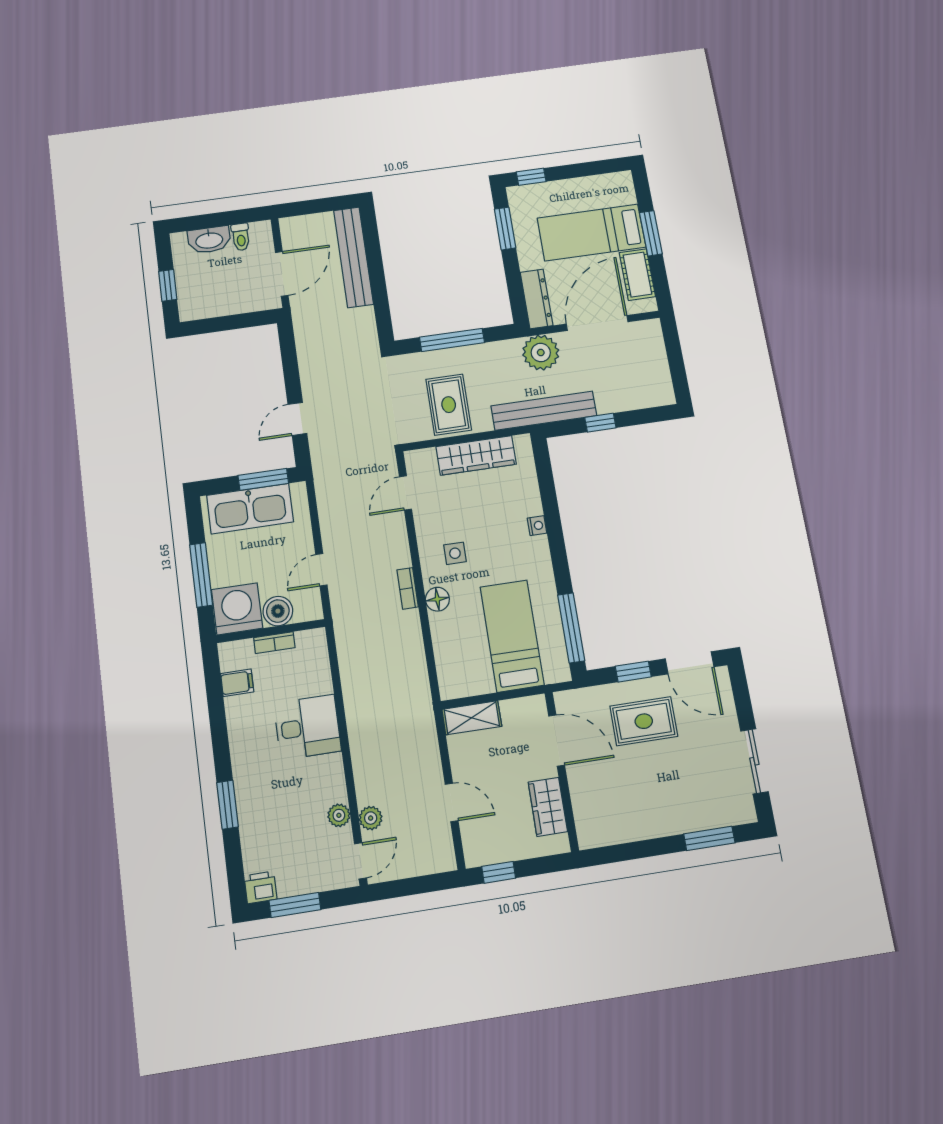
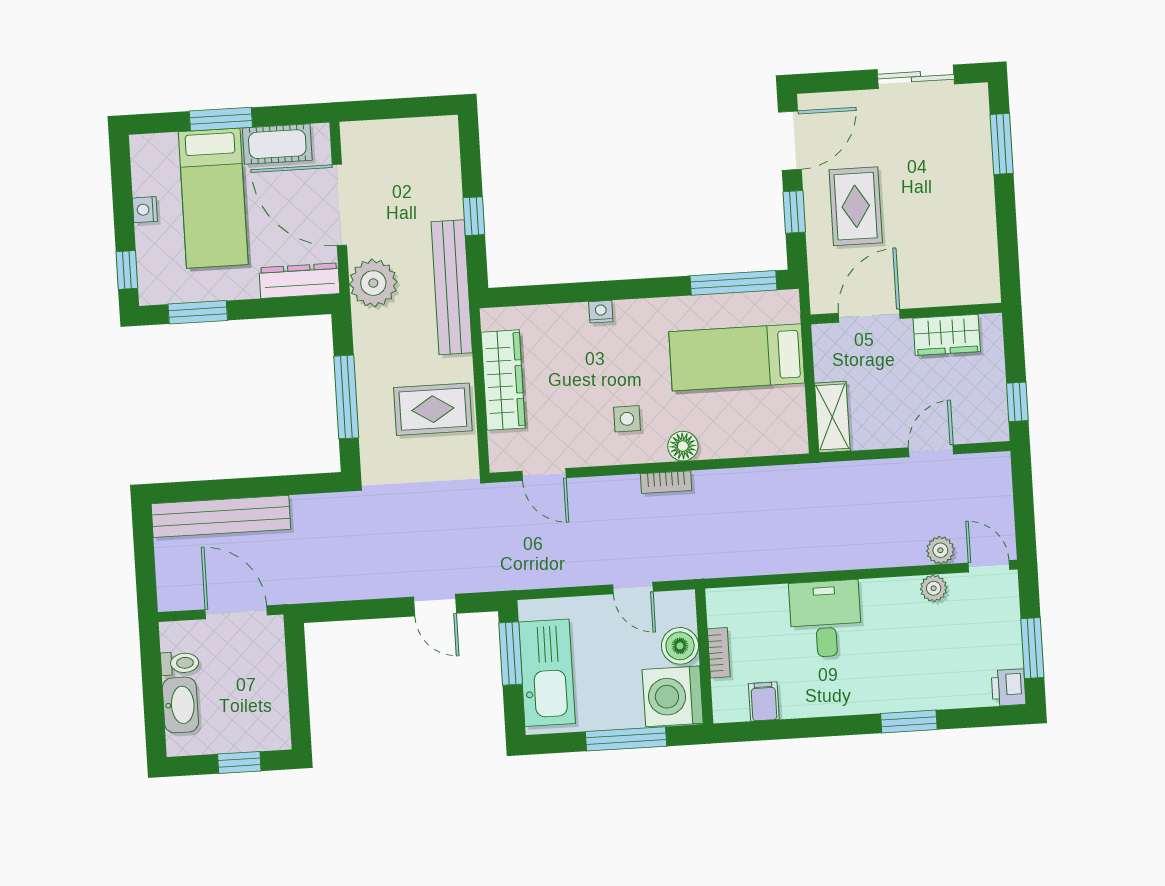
nightstand: (577, 186) -> (145, 210), added

